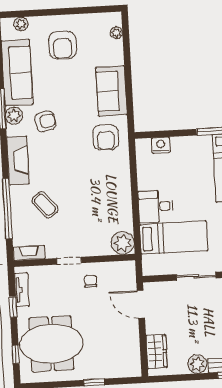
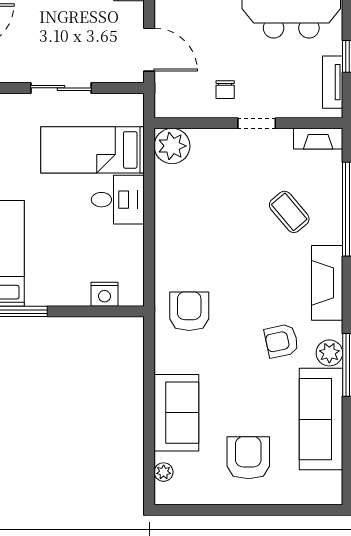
plant: (21, 24) -> (311, 494), removed
sofa: (111, 91) -> (176, 413), moved

